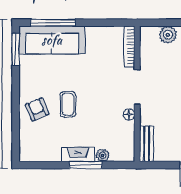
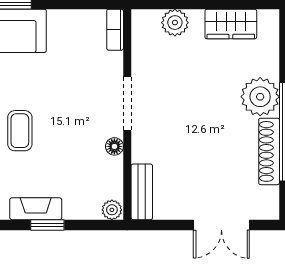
bookcase: (129, 47) -> (115, 30), width x0.64
plant: (103, 155) -> (112, 210), moved
window: (86, 165) -> (47, 225), width x0.67

